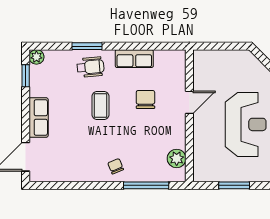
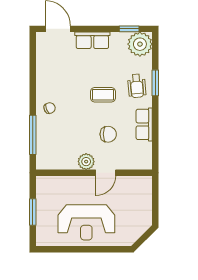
plant: (36, 57) -> (140, 44), width x1.87, depth x1.87
door: (189, 102) -> (106, 173), hinge flipped
plant: (177, 158) -> (86, 162), moved

